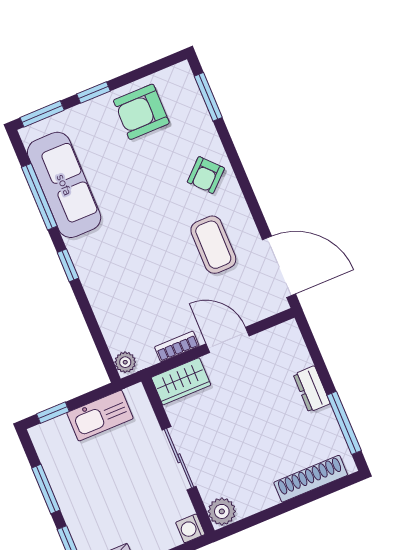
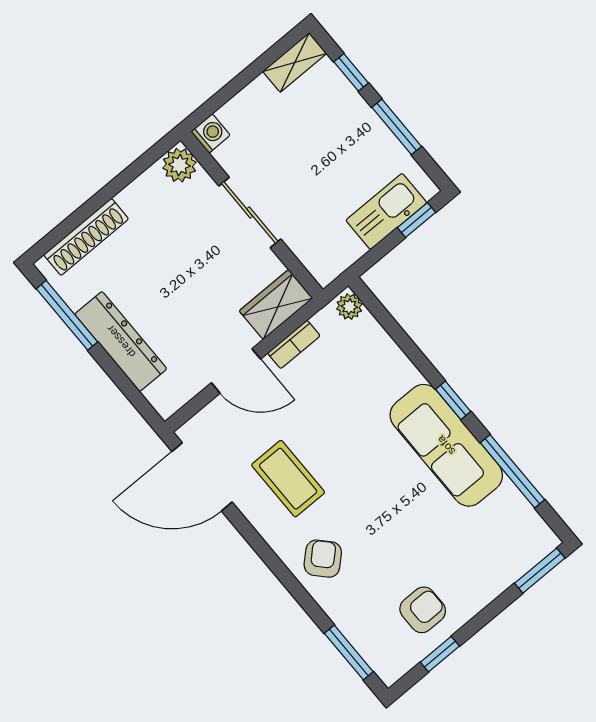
window: (93, 92) -> (440, 654), moved
armchair: (141, 112) -> (423, 610), width x0.72, depth x0.72
sofa: (64, 185) -> (446, 445), moved
dresser: (312, 389) -> (121, 341), width x1.96, depth x1.24
kitchen sink: (100, 416) -> (386, 211), moved

